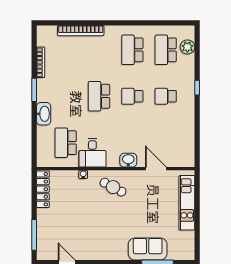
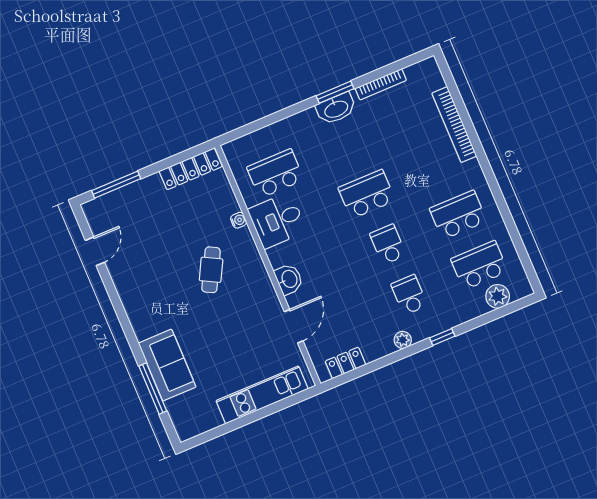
plant: (189, 111) -> (403, 340), added
washbasin: (44, 114) -> (336, 109), moved
locker: (189, 148) -> (345, 363), added
cafe table: (113, 187) -> (211, 270), moved

